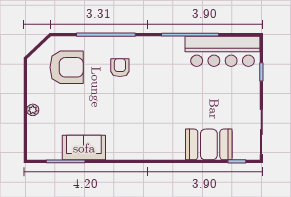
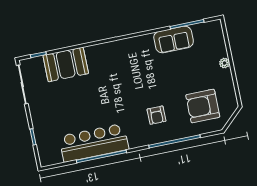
bar counter: (223, 51) -> (94, 143), moved

